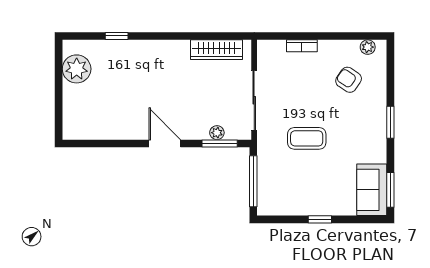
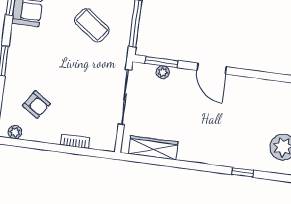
coffee table: (307, 138) -> (92, 25), moved, turned 36

